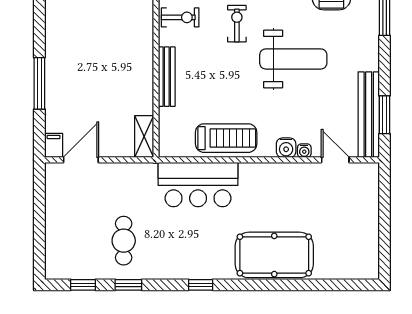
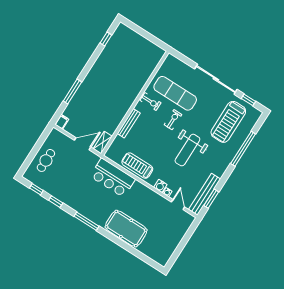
weight bench: (293, 59) -> (187, 150), turned 90
treadmill: (226, 138) -> (137, 166), turned 180
door: (81, 160) -> (83, 144), moved
cafe table: (124, 241) -> (46, 160), moved
window: (201, 285) -> (87, 221), width x2.17

